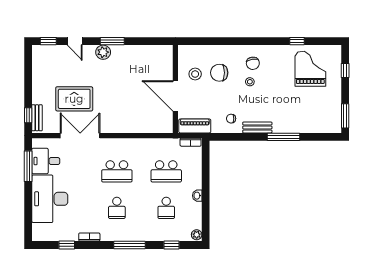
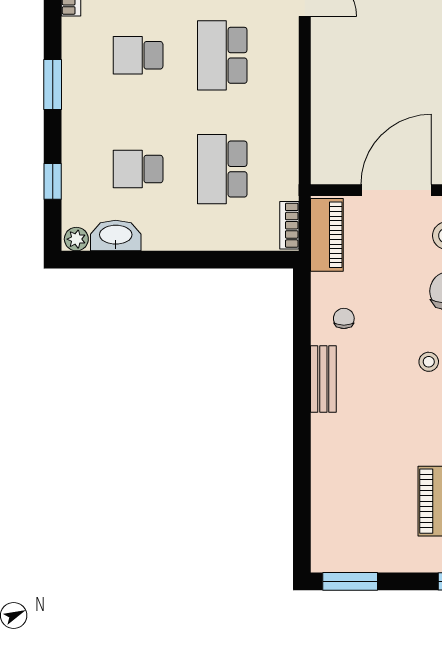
window: (283, 137) -> (302, 439), removed
washbasin: (197, 196) -> (116, 236), moved, width x1.91, depth x1.45
window: (130, 245) -> (53, 84), width x0.69

